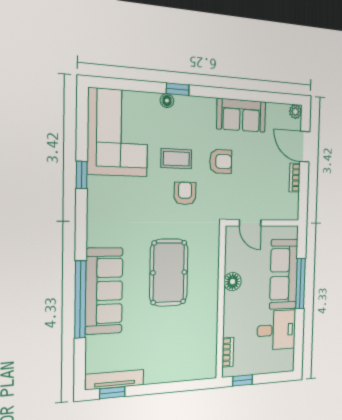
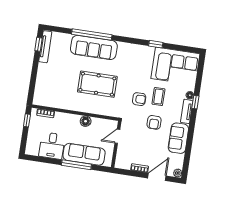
tv unit: (196, 104) -> (187, 111), added

